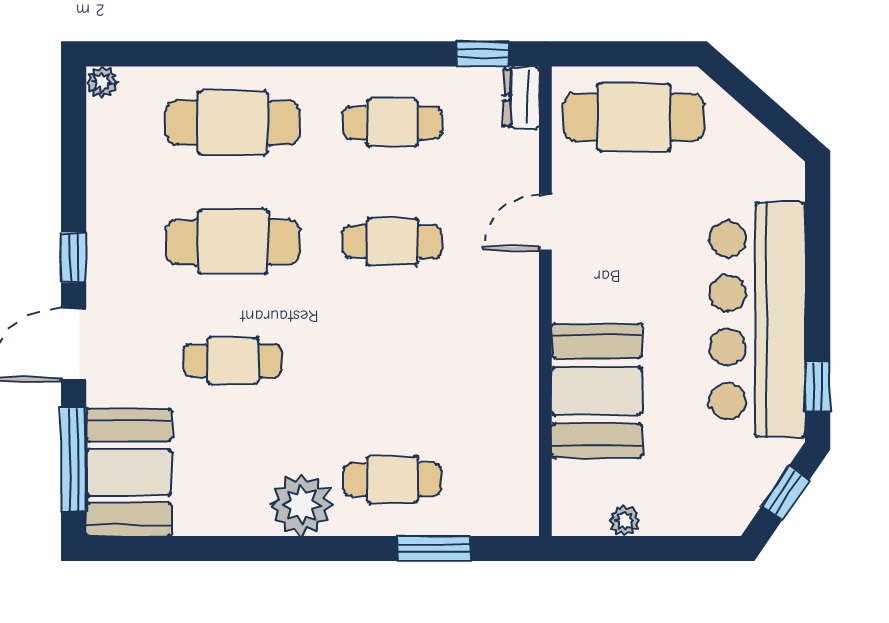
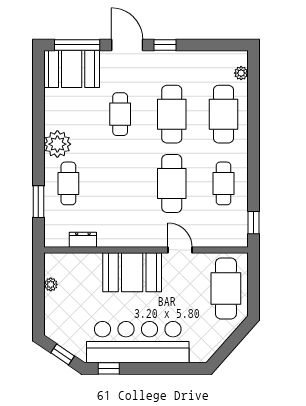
plant: (102, 82) -> (241, 73), moved
dresser: (522, 97) -> (83, 240), moved
cafe table: (392, 242) -> (172, 183), width x1.37, depth x1.35
booth: (597, 391) -> (132, 272), moved

